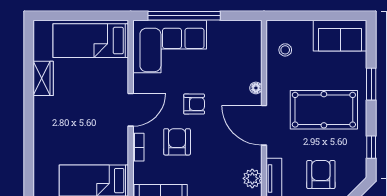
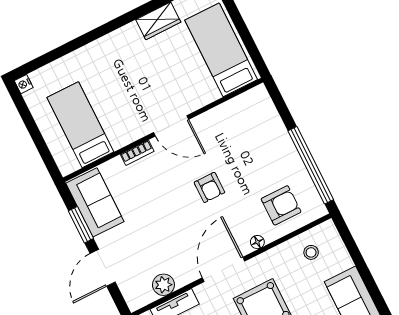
window: (184, 16) -> (311, 165), moved
corner sofa: (170, 47) -> (255, 133), removed
armchair: (177, 142) -> (281, 205), moved

